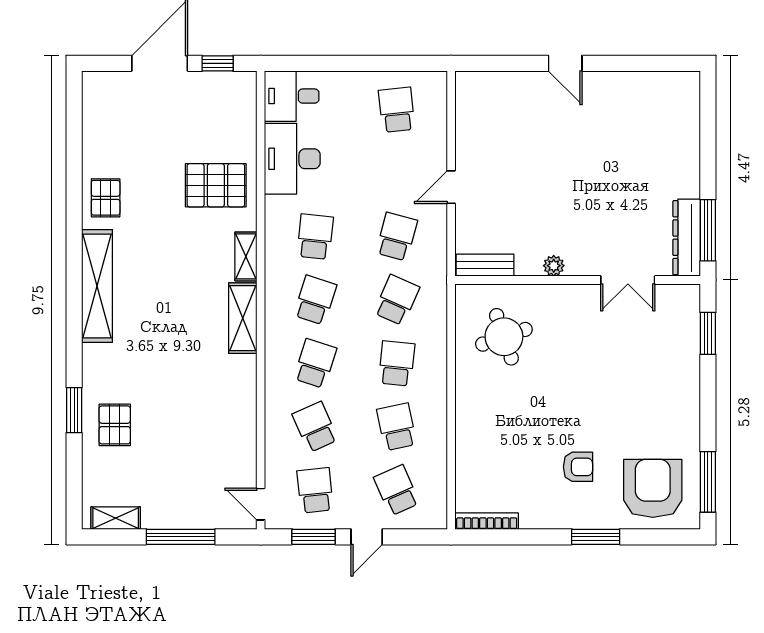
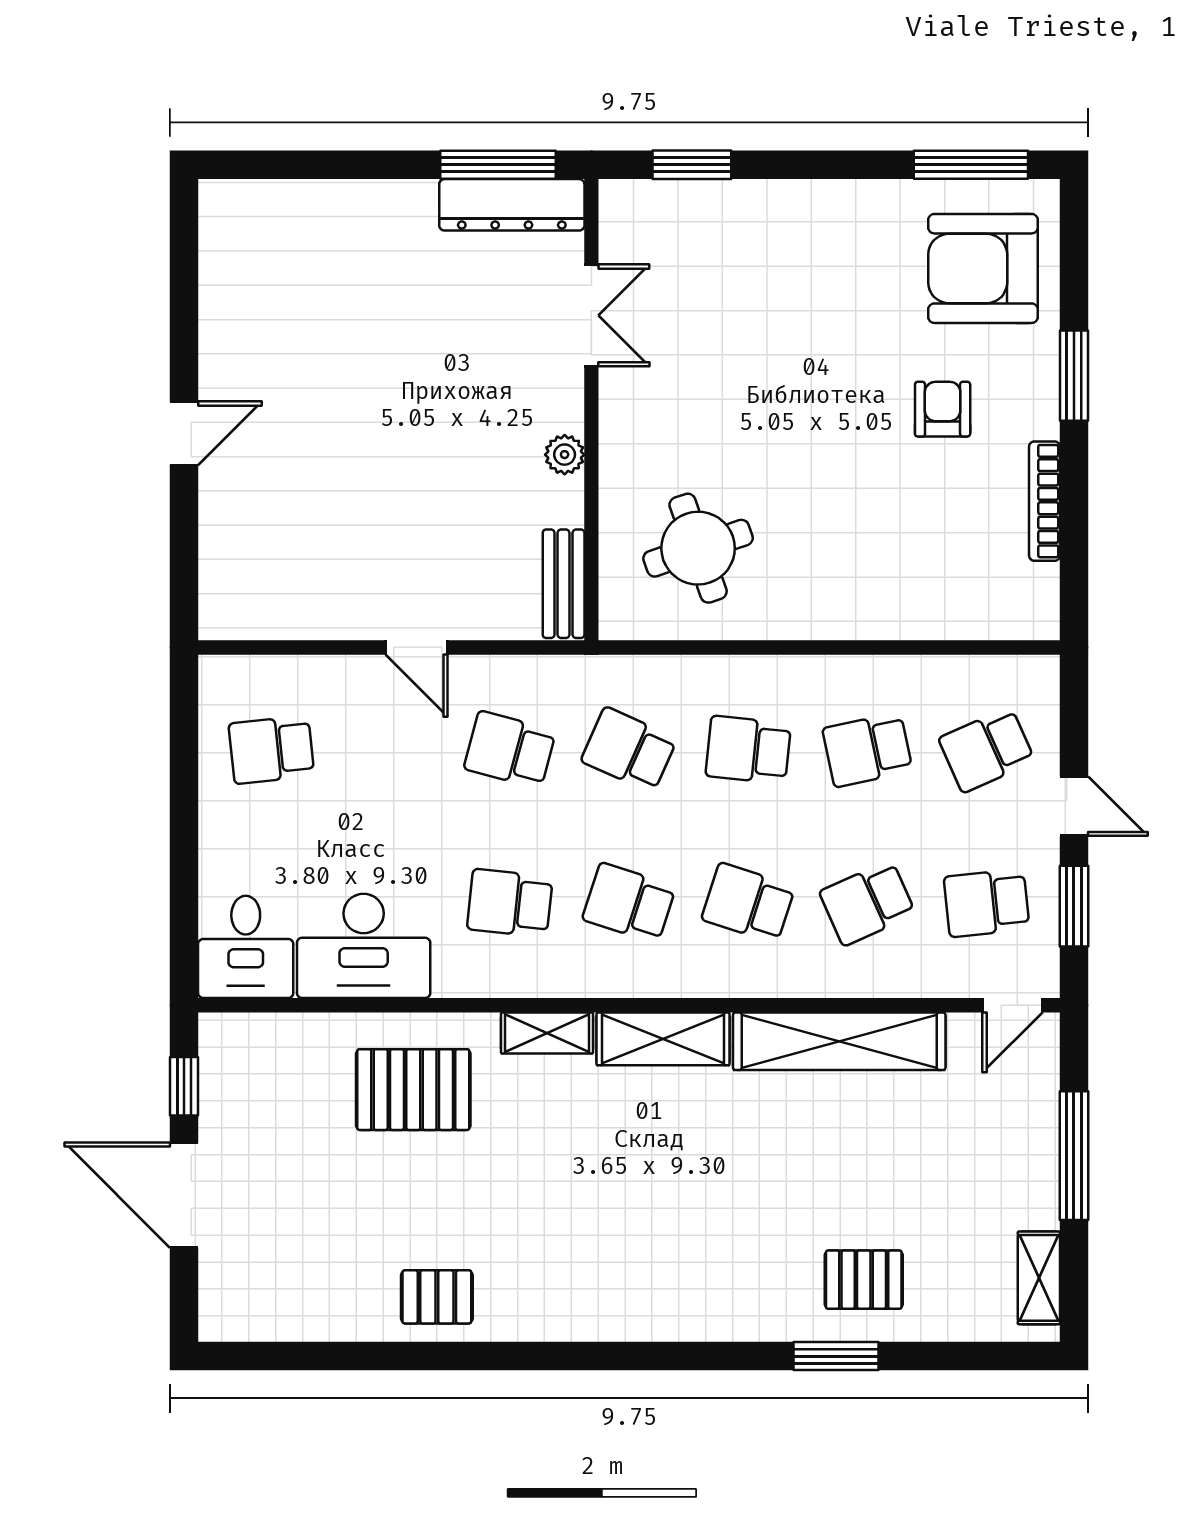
pallet: (216, 185) -> (413, 1090), turned 90
shelving: (97, 286) -> (839, 1041), moved
bookcase: (487, 521) -> (1045, 501), moved

